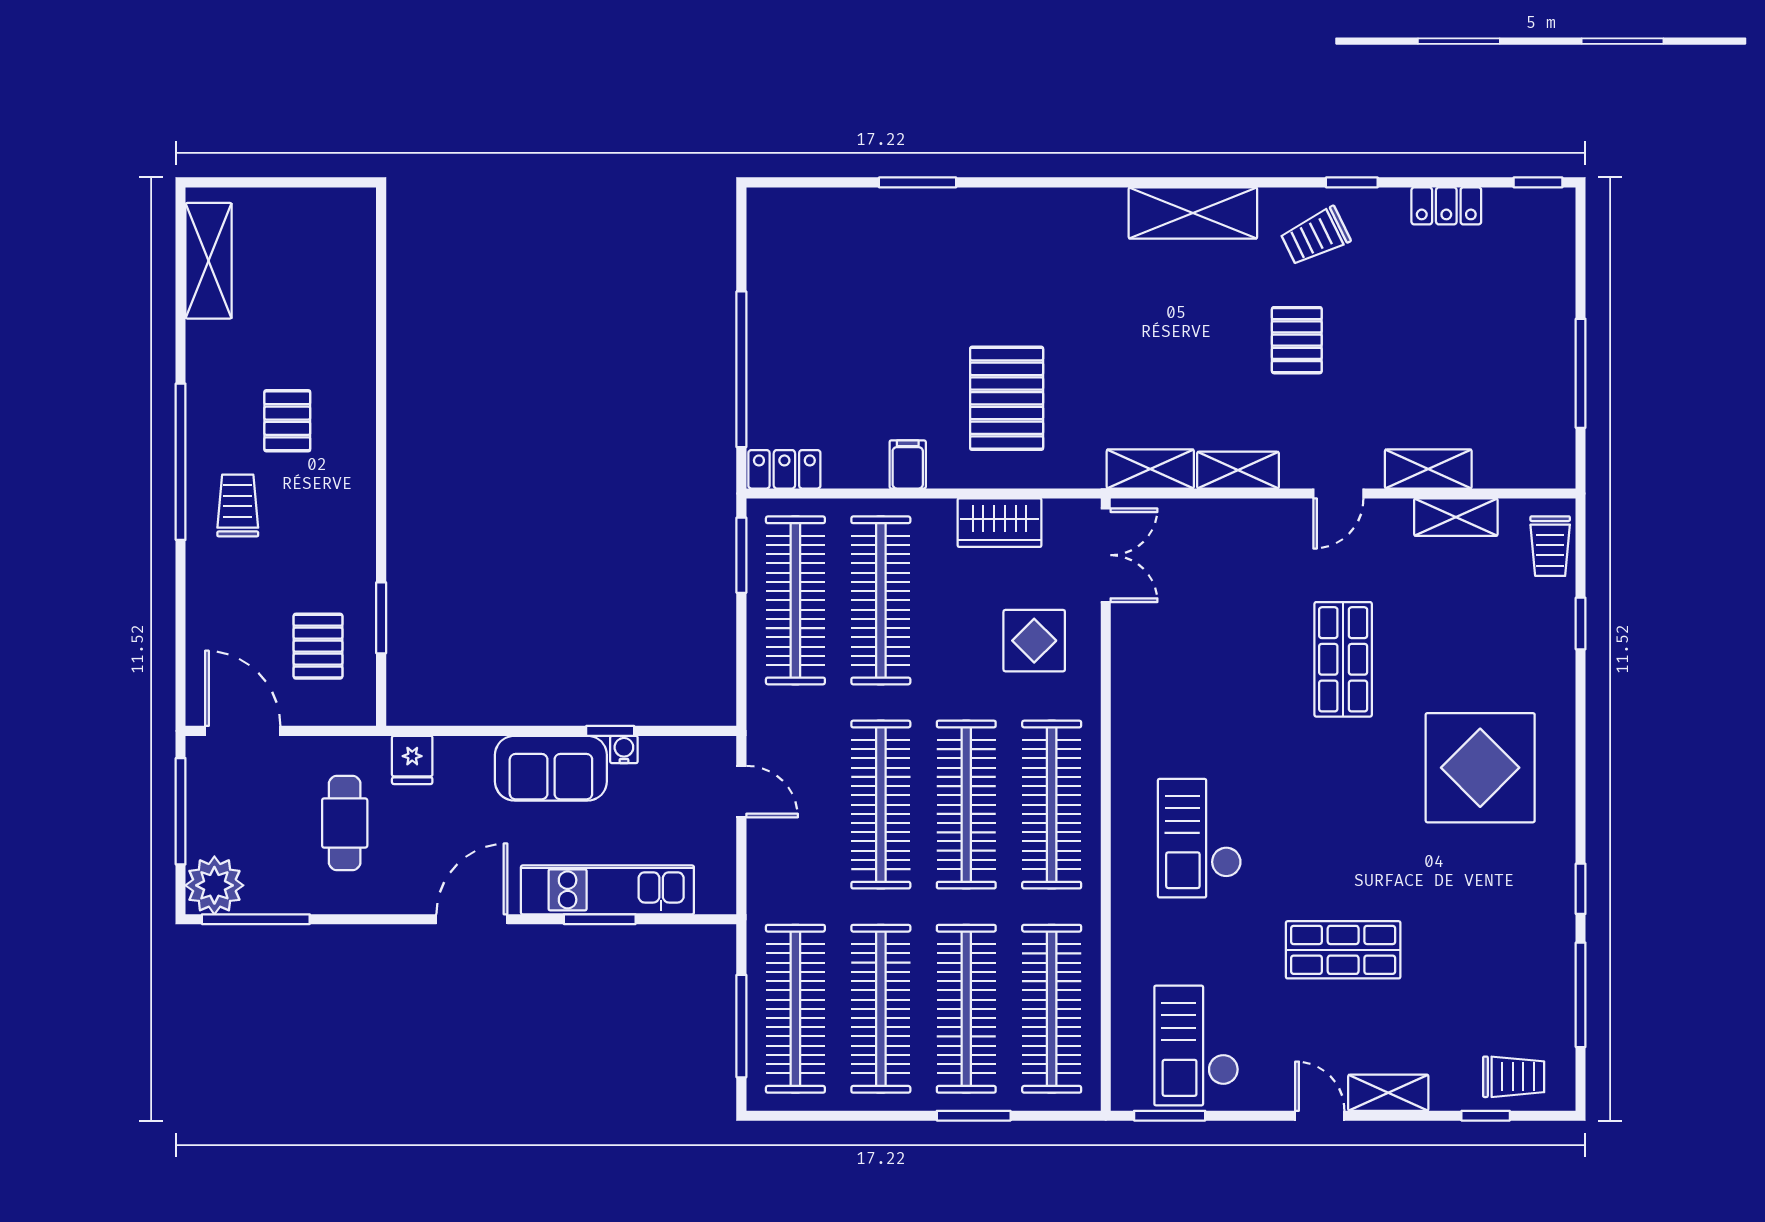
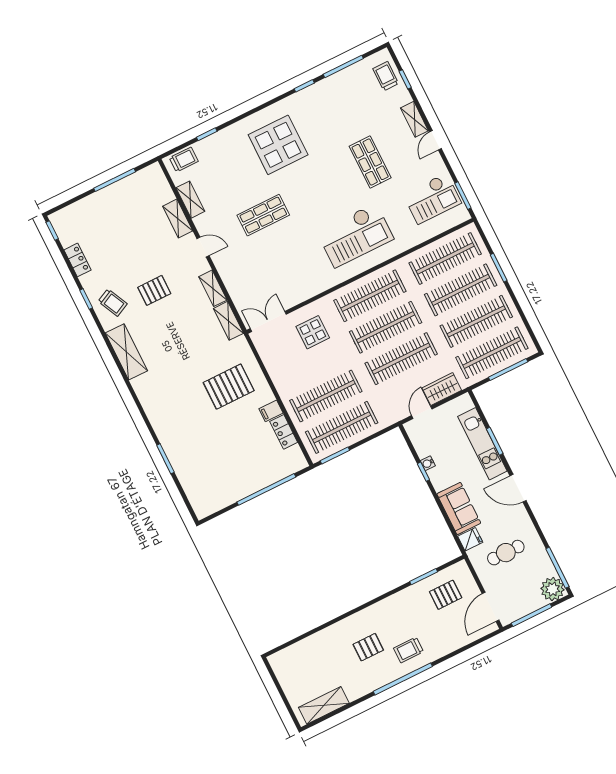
locker: (784, 469) -> (284, 432), moved
wardrobe: (1000, 523) -> (442, 389), moved, turned -90
sofa: (551, 768) -> (459, 508), moved
checkout: (1200, 838) -> (355, 235), width x1.36, depth x1.21

